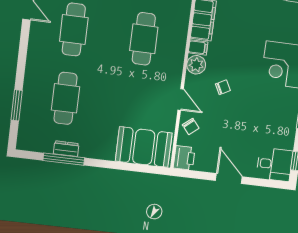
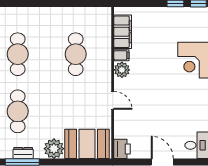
chair: (223, 87) -> (147, 86), removed
chair: (191, 126) -> (124, 122), removed
plant: (104, 148) -> (54, 149), added

